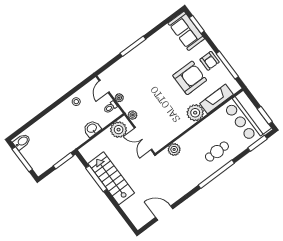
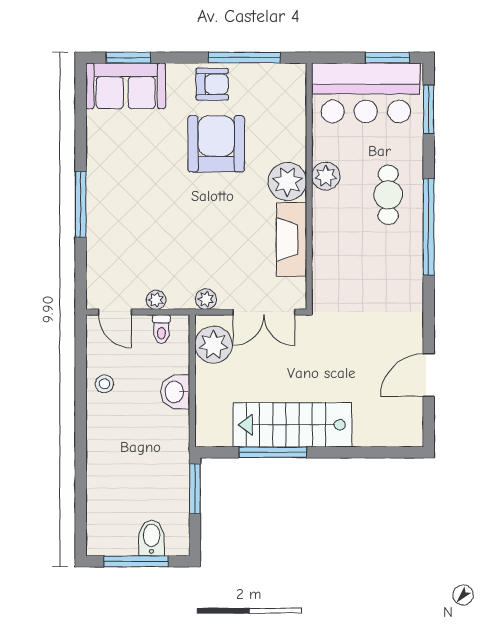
fireplace: (217, 99) -> (291, 240), moved
bidet: (22, 142) -> (152, 538), moved
plant: (174, 149) -> (326, 176), moved

